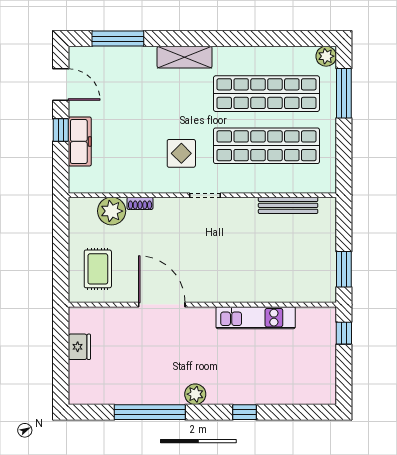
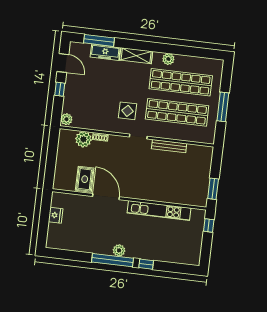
plant: (326, 56) -> (168, 59), moved
window: (344, 93) -> (223, 107), moved
freezer: (80, 141) -> (105, 52), moved, turned 90
plant: (78, 180) -> (66, 119), added
bench: (288, 205) -> (169, 146), moved
rug: (98, 269) -> (85, 179), moved
kitchen unit: (256, 318) -> (159, 211), width x1.36
window: (150, 412) -> (113, 260), moved

